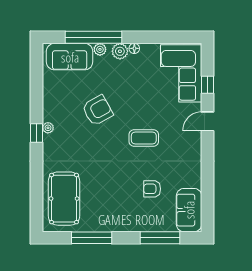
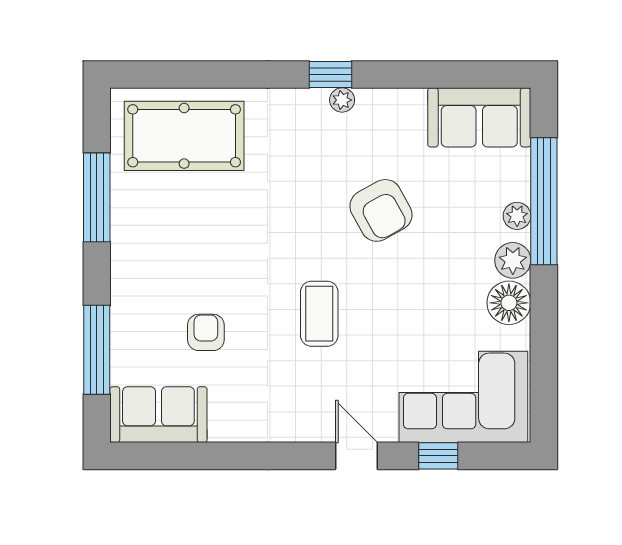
floor lamp: (134, 48) -> (509, 303), width x1.89, depth x1.89
sofa: (70, 57) -> (479, 117), moved, turned -90

